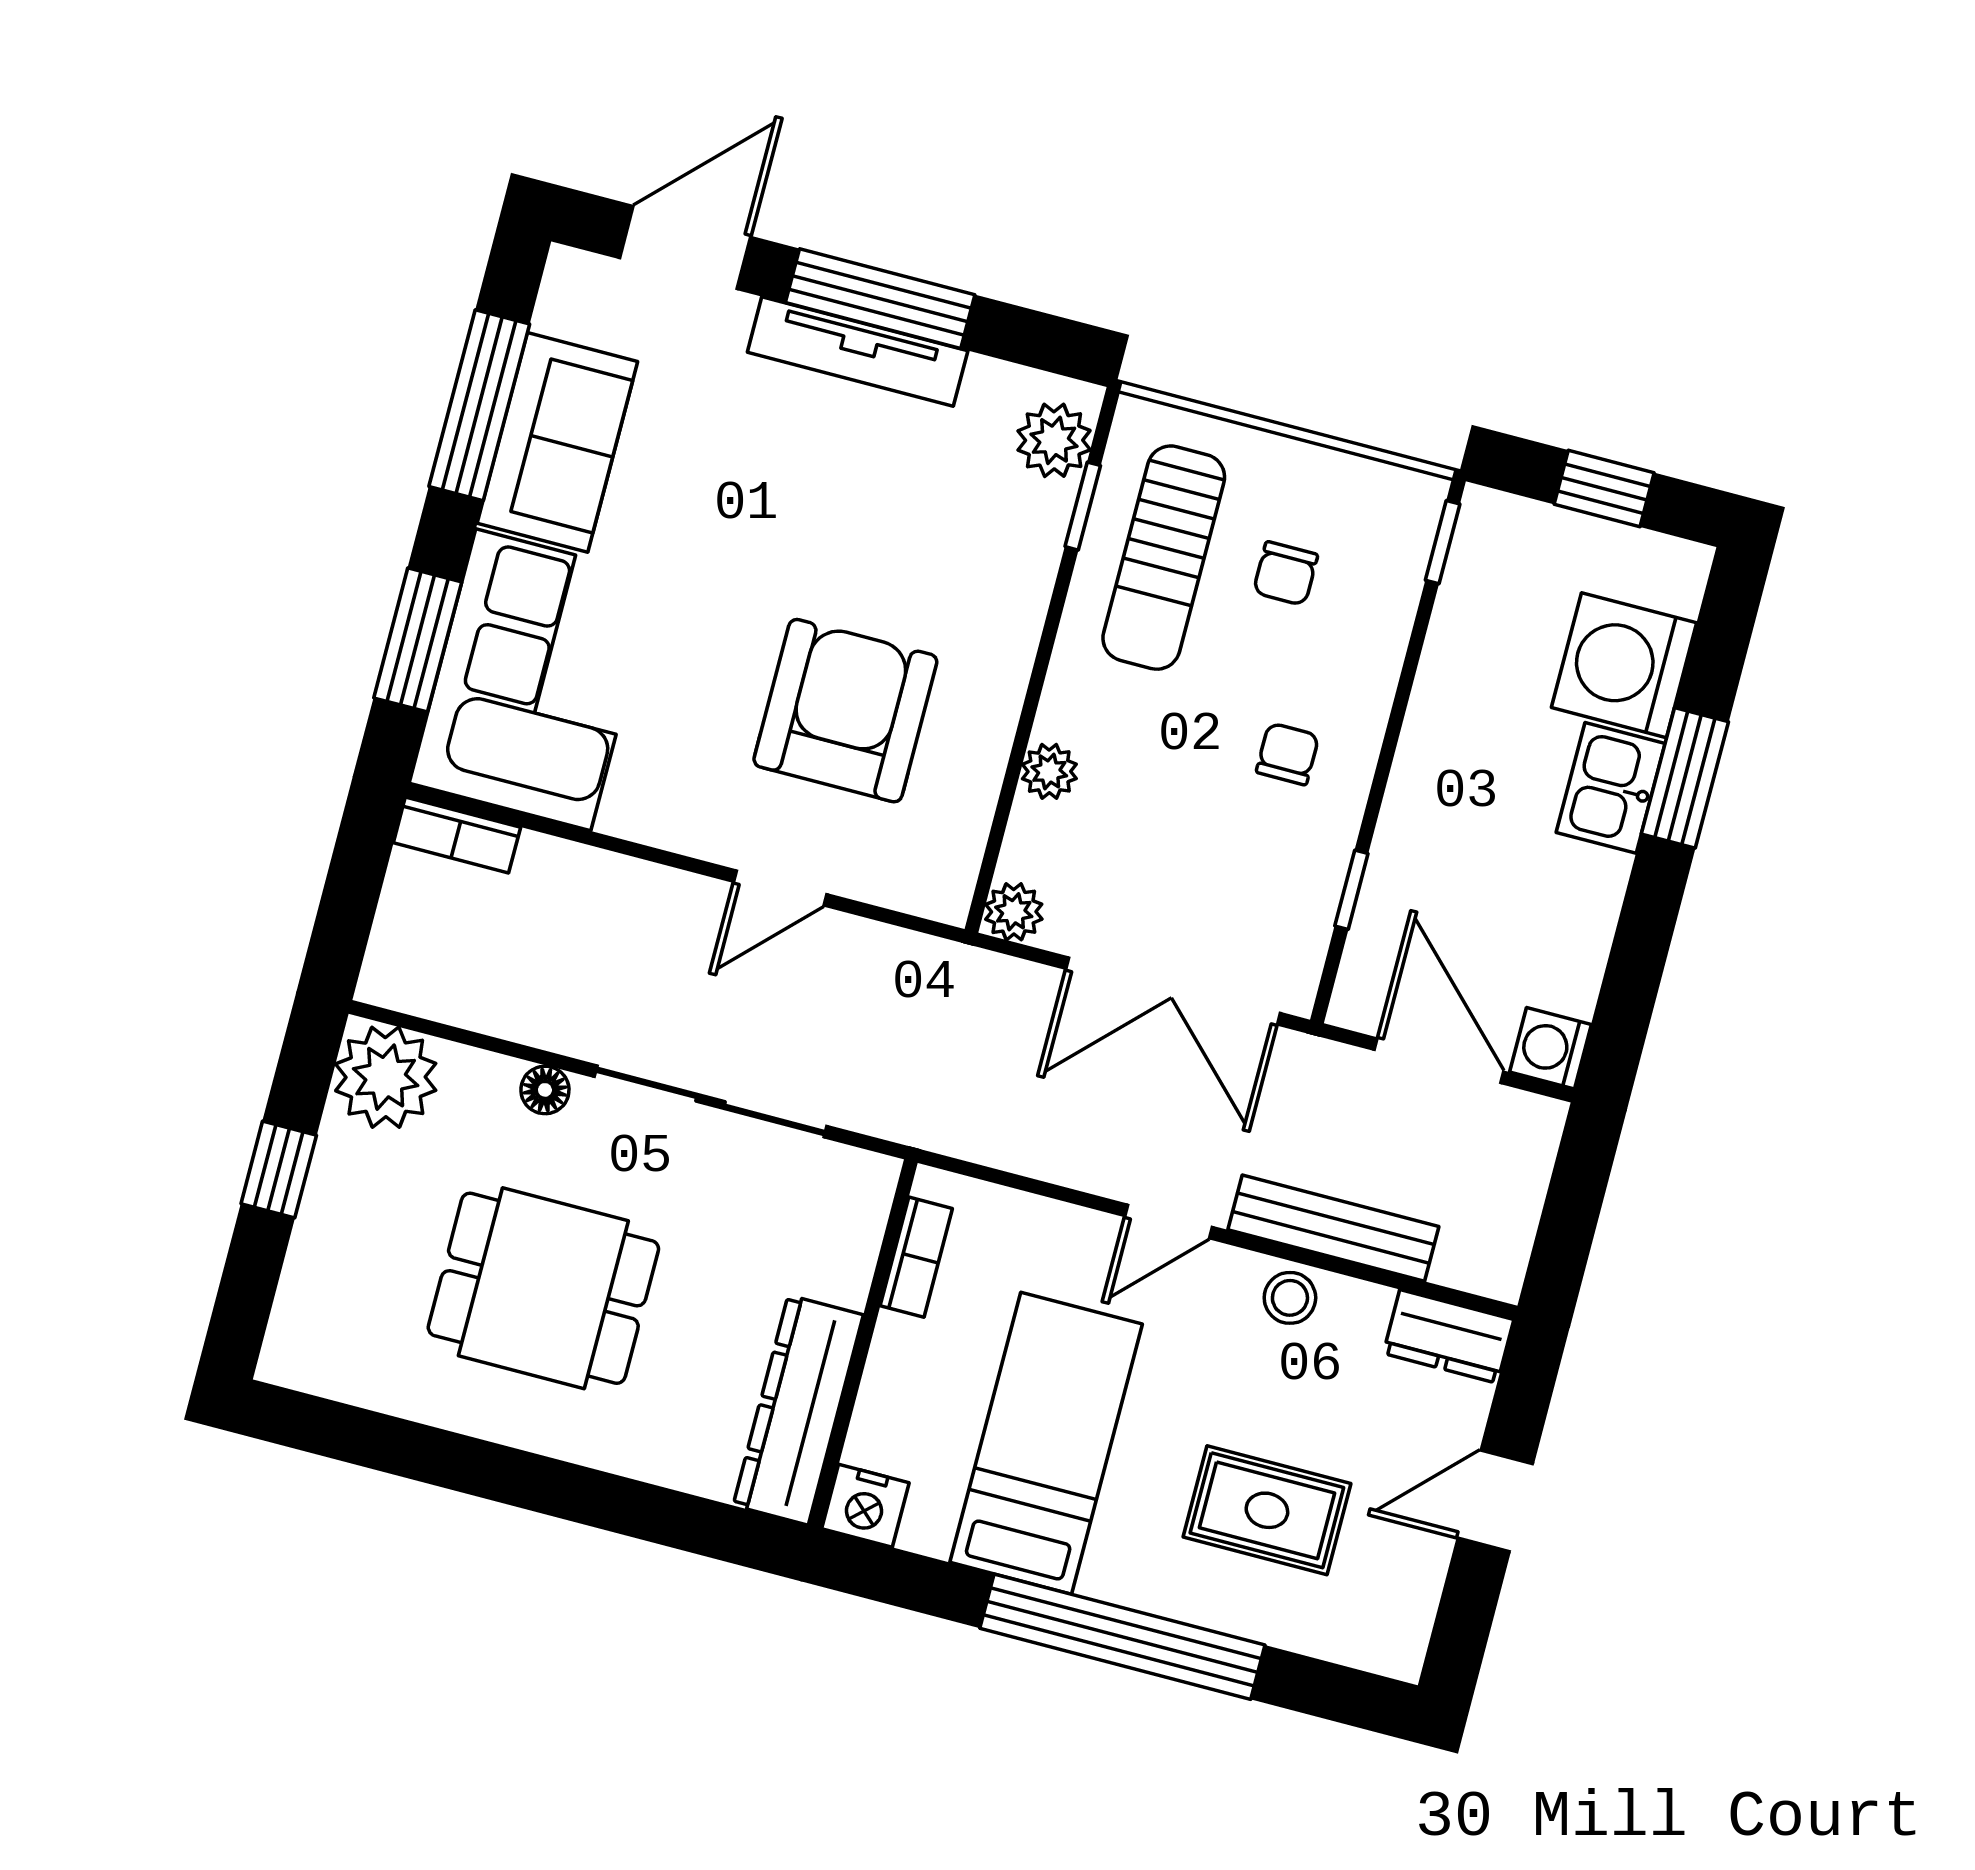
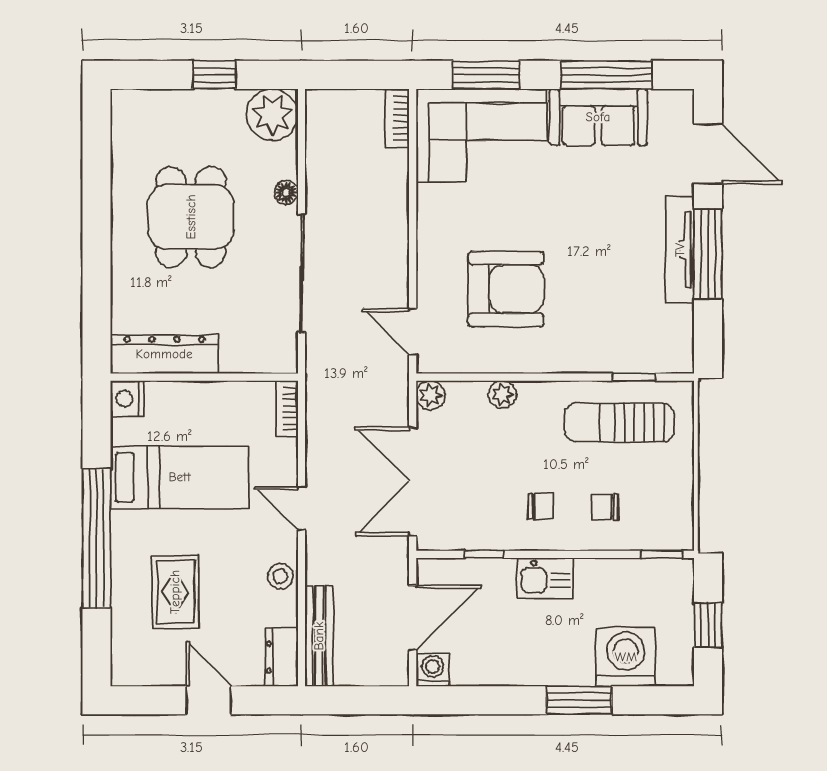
plant: (1054, 440) -> (662, 355), removed
chair: (1285, 573) -> (605, 507), moved
kitchen sink: (1611, 788) -> (545, 578), moved, turned 180
door: (780, 888) -> (413, 332), moved
bench: (1333, 1228) -> (319, 636), moved
bookcase: (916, 1257) -> (287, 409), moved, turned 90

